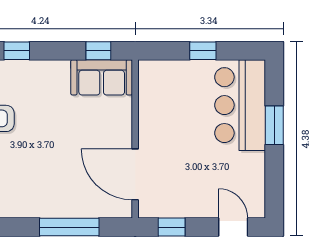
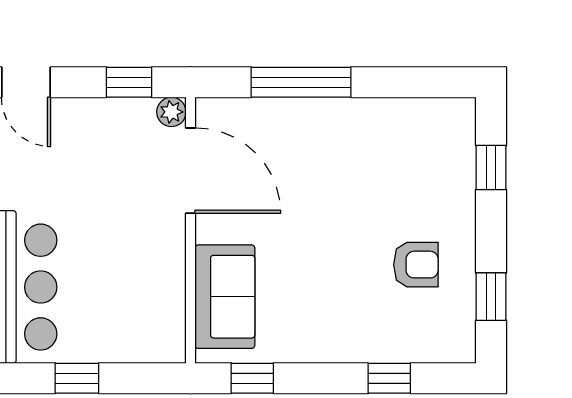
sofa: (102, 77) -> (225, 297), moved, turned 90
plant: (147, 209) -> (171, 112), added

